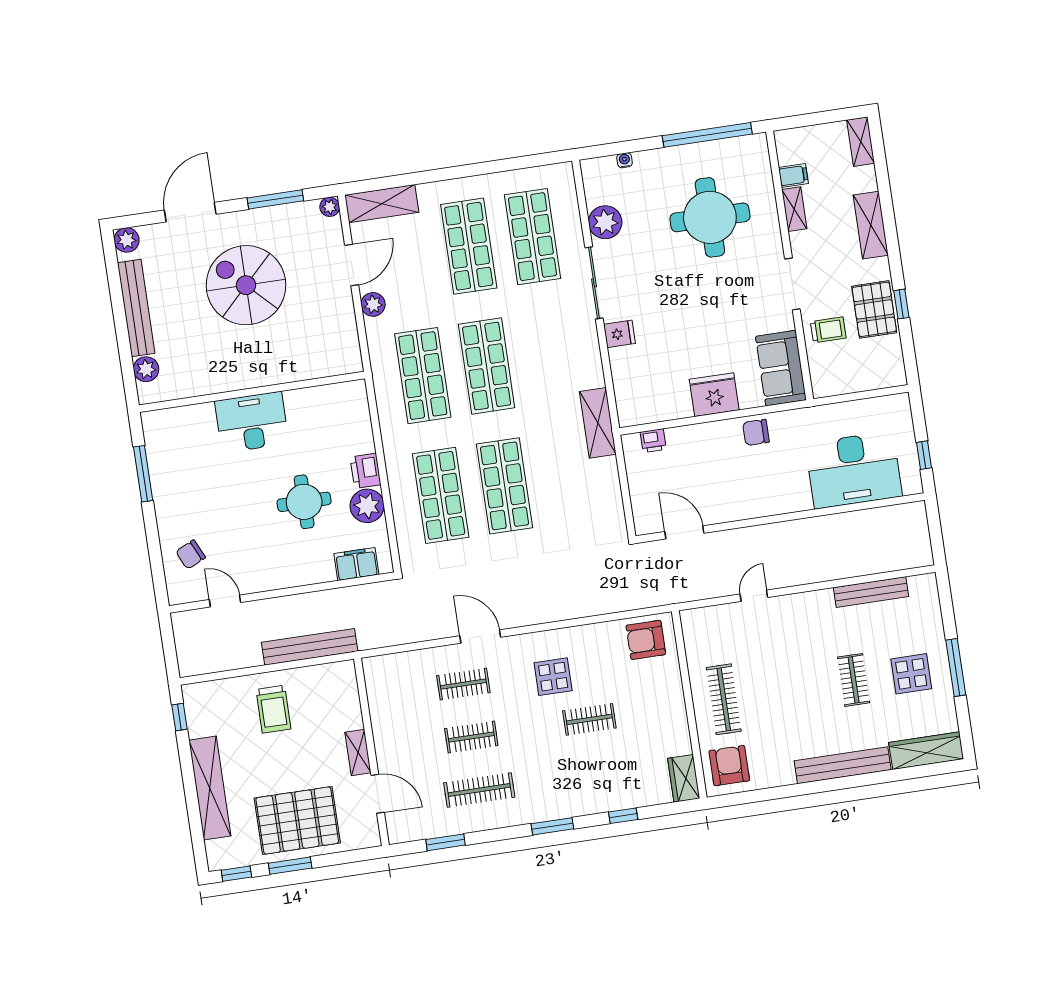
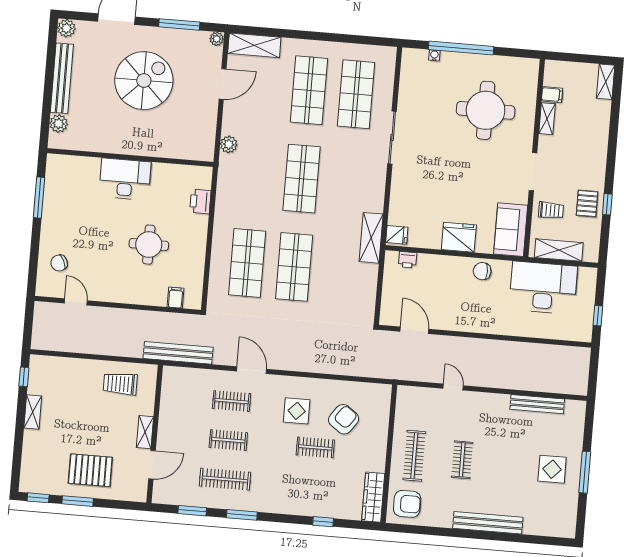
window: (707, 135) -> (461, 48), moved
plant: (605, 222) -> (410, 96), removed
shelving: (871, 225) -> (559, 250), moved, turned 90
spiral stairs: (246, 285) -> (144, 81), turned 90
plant: (373, 304) -> (229, 144), moved
pallet: (874, 309) -> (587, 203), width x0.67, depth x0.71
fridge: (619, 334) -> (397, 235), moved
shop shelf: (423, 376) -> (255, 175), removed
desk: (854, 470) -> (543, 288), moved, turned 180
printer: (365, 471) -> (200, 201), moved
plant: (367, 506) -> (193, 258), removed
filing cabinet: (356, 564) -> (176, 298), width x0.50
door: (754, 596) -> (453, 387), hinge flipped
armchair: (646, 640) -> (344, 419), moved, turned 126
bench: (310, 647) -> (178, 353), moved
clothes rail: (854, 680) -> (462, 460), moved
trolley: (273, 709) -> (120, 384), moved, turned 90
wardrobe: (926, 751) -> (550, 526), removed
armchair: (729, 766) -> (407, 504), turned 90
wardrobe: (684, 778) -> (373, 497), width x1.50
shelving: (210, 788) -> (33, 412), width x0.45, depth x0.75
door: (378, 794) -> (152, 465), hinge flipped
pallet: (297, 820) -> (90, 470), width x0.73, depth x0.71
window: (552, 826) -> (242, 515), moved

